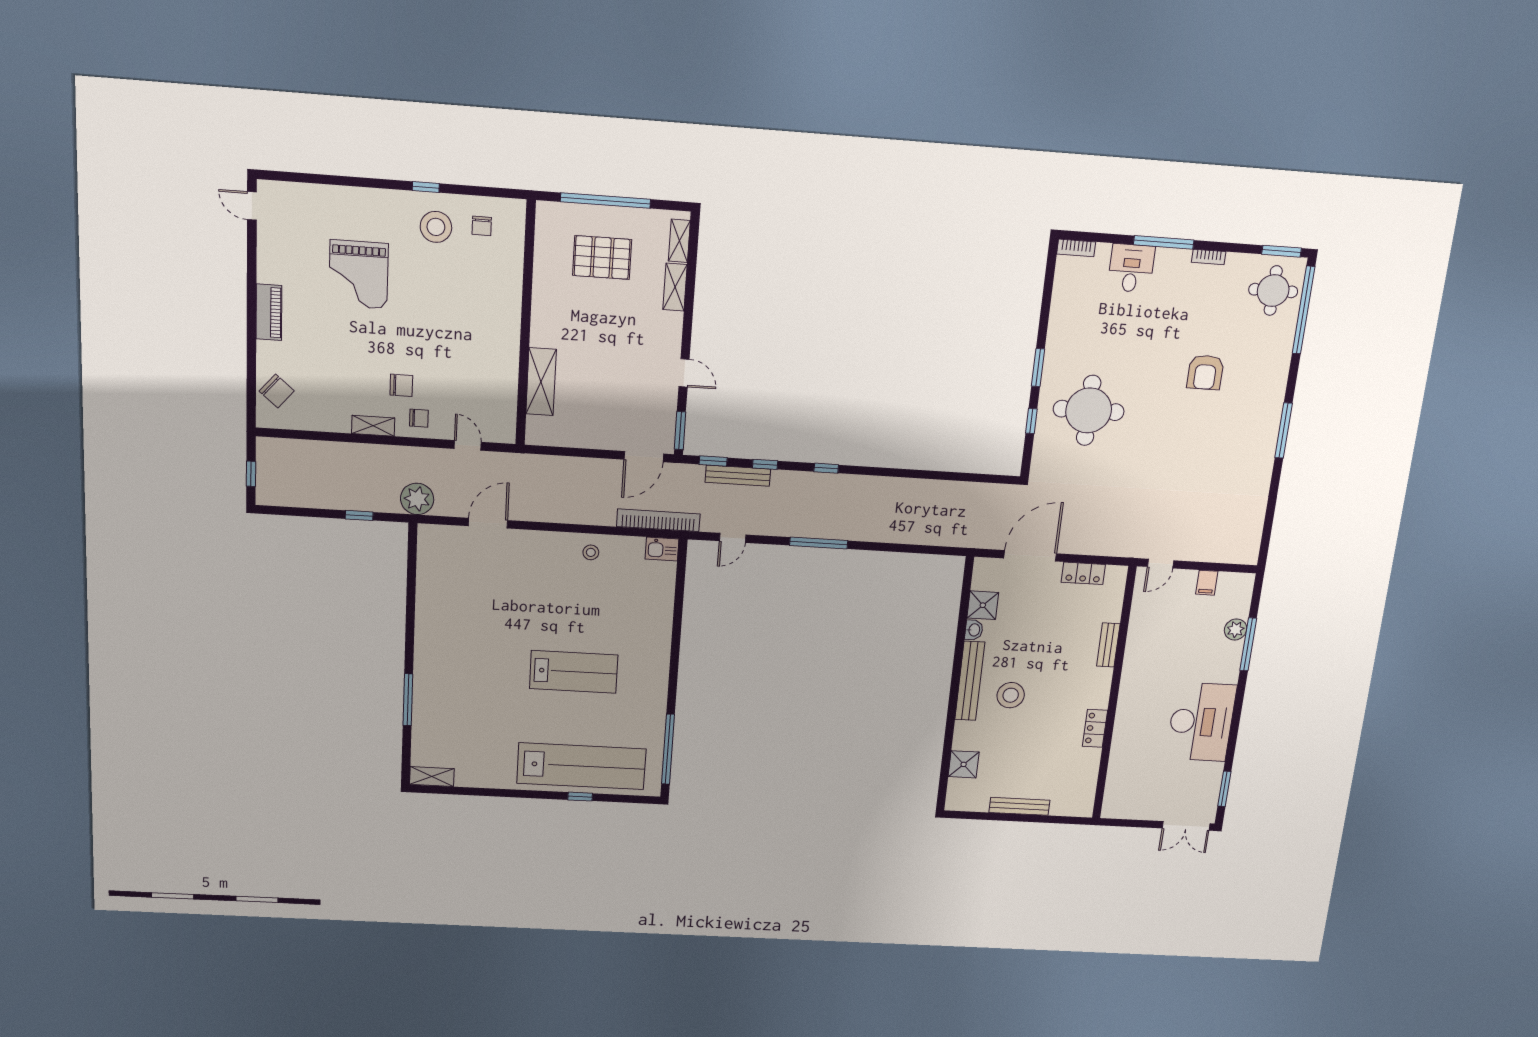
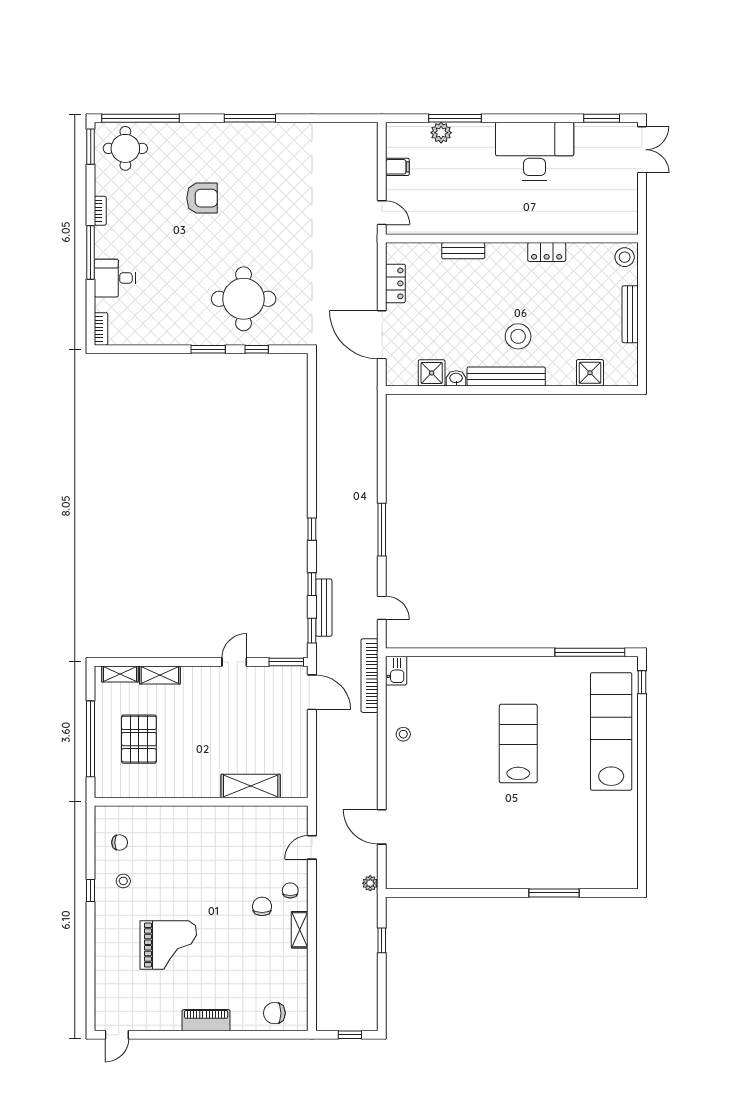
stool: (436, 227) -> (123, 881), width x0.53, depth x0.53
chair: (277, 391) -> (274, 1013), turned -131
plant: (417, 499) -> (370, 883), width x0.53, depth x0.53
shelving: (432, 777) -> (629, 869), removed
window: (580, 797) -> (642, 682), moved
stool: (1079, 804) -> (625, 257), added

